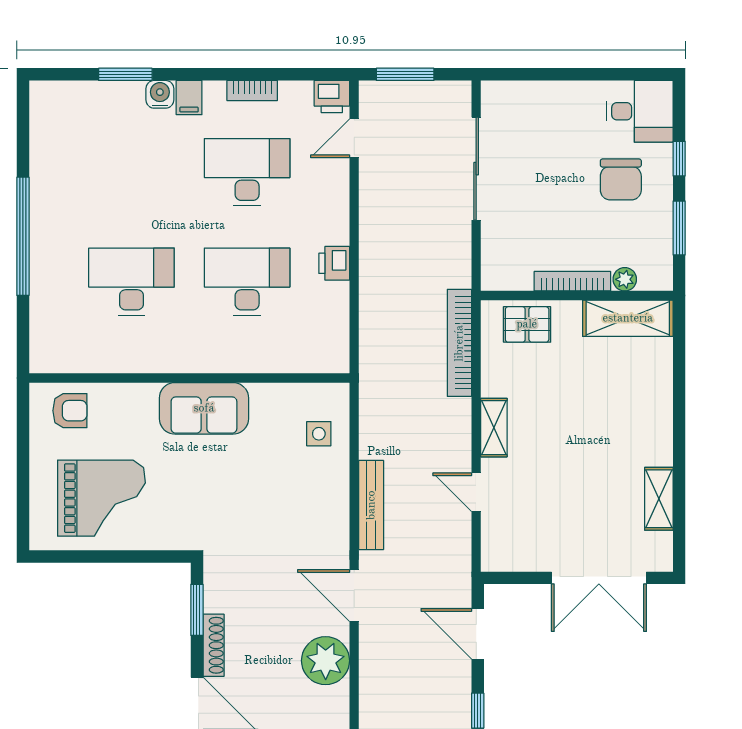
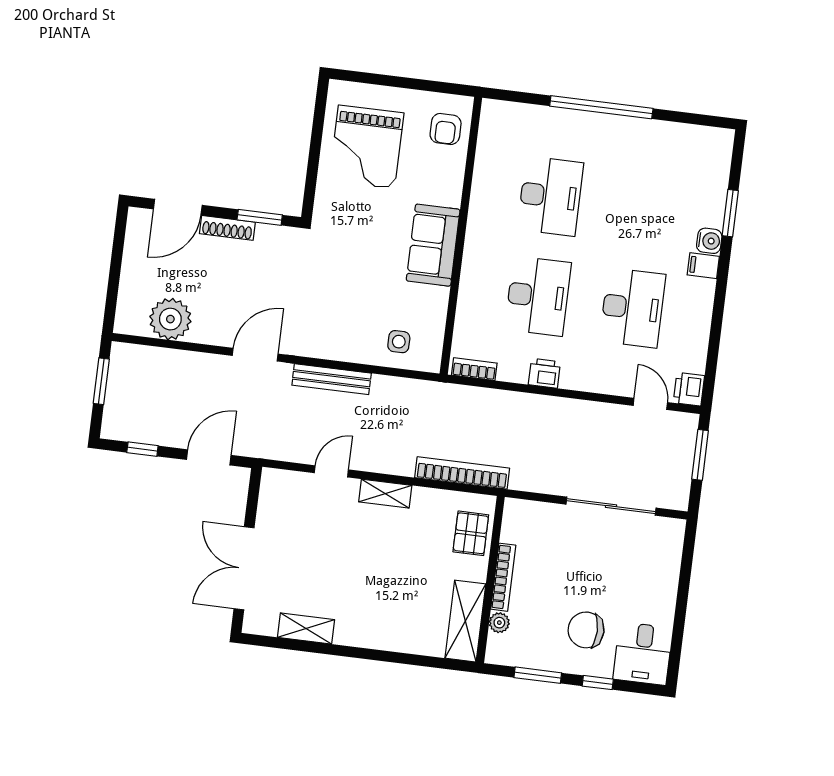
bookcase: (252, 90) -> (474, 369), moved, turned 90
plant: (326, 661) -> (170, 319), moved

